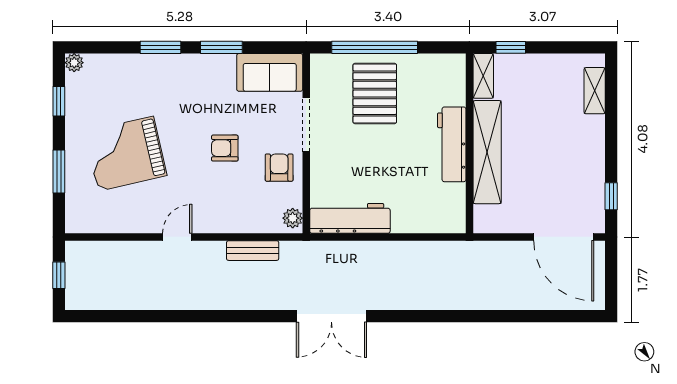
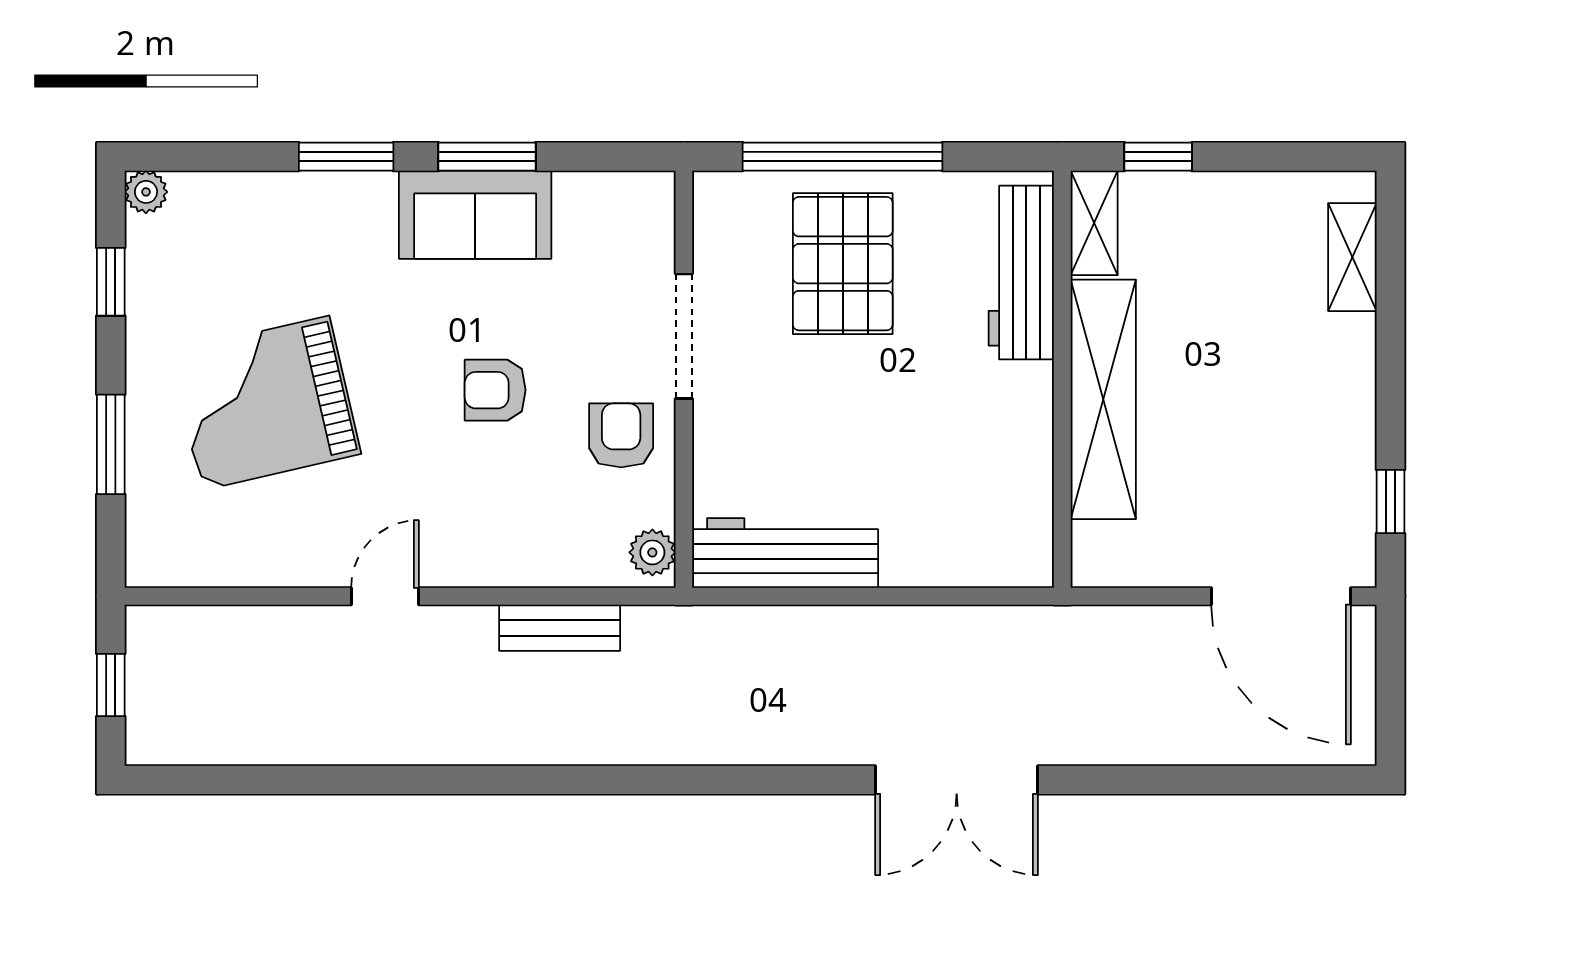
sofa: (270, 72) -> (475, 215), moved
workbench: (452, 144) -> (1021, 273), moved
double door: (331, 316) -> (957, 780), moved

